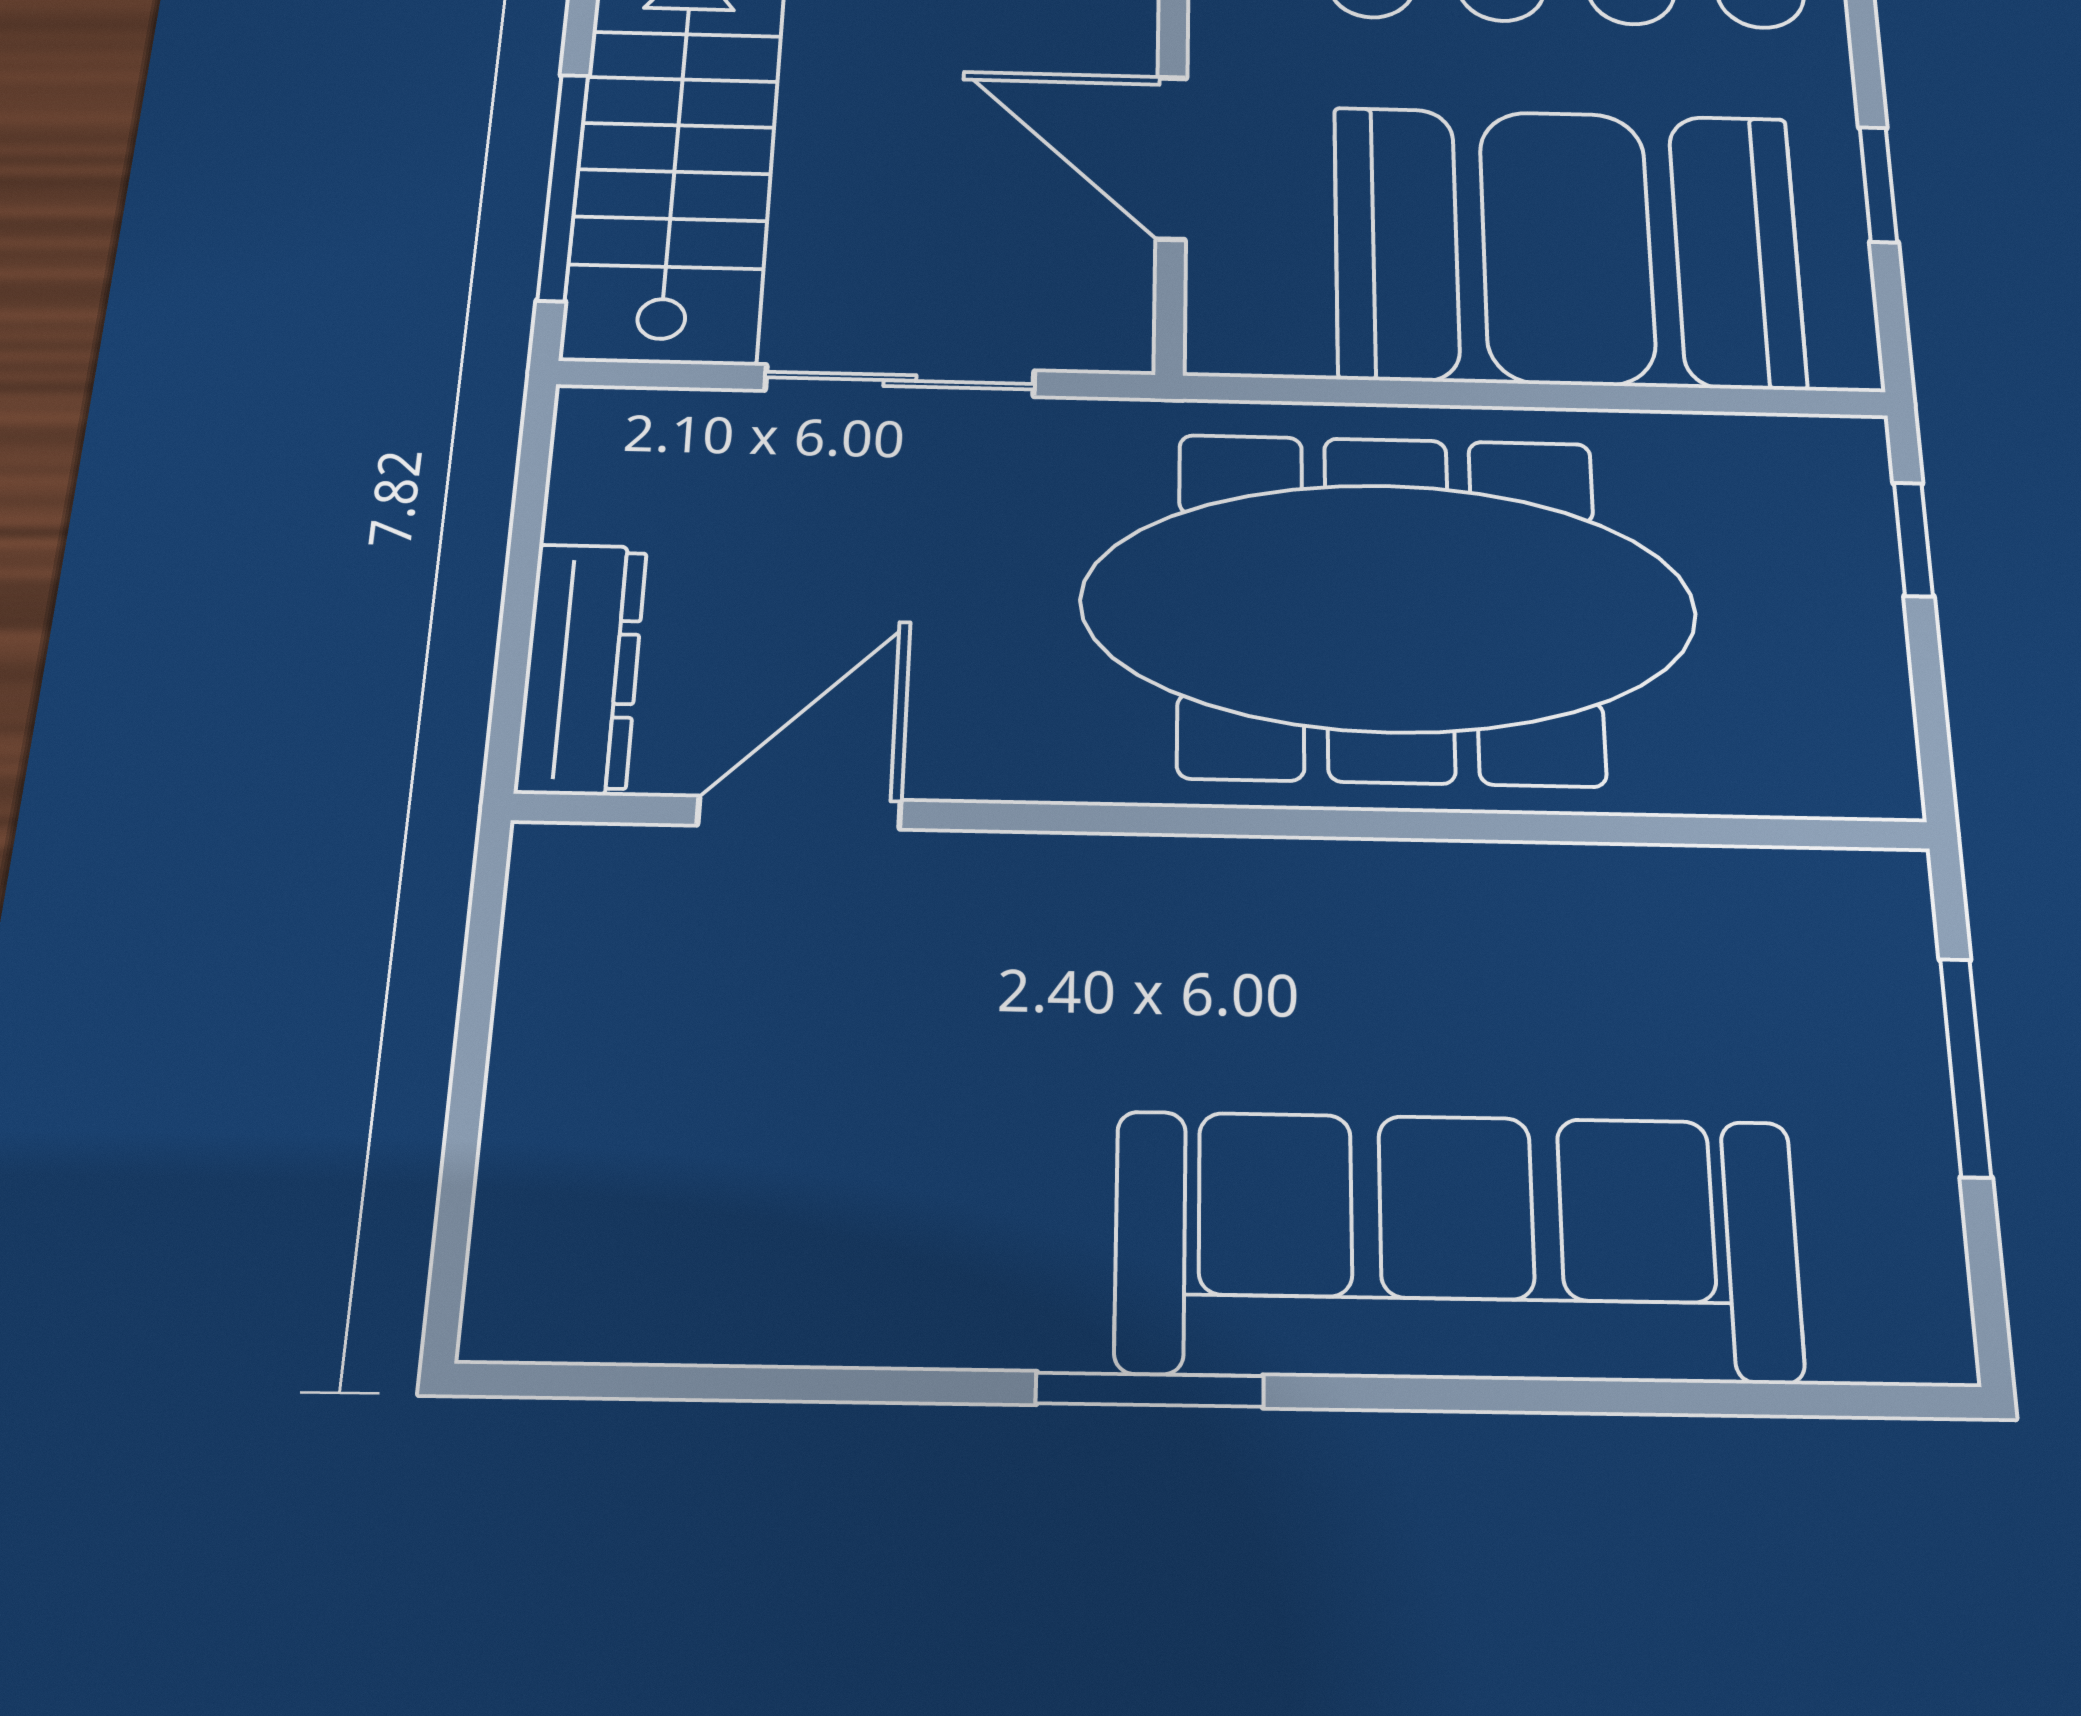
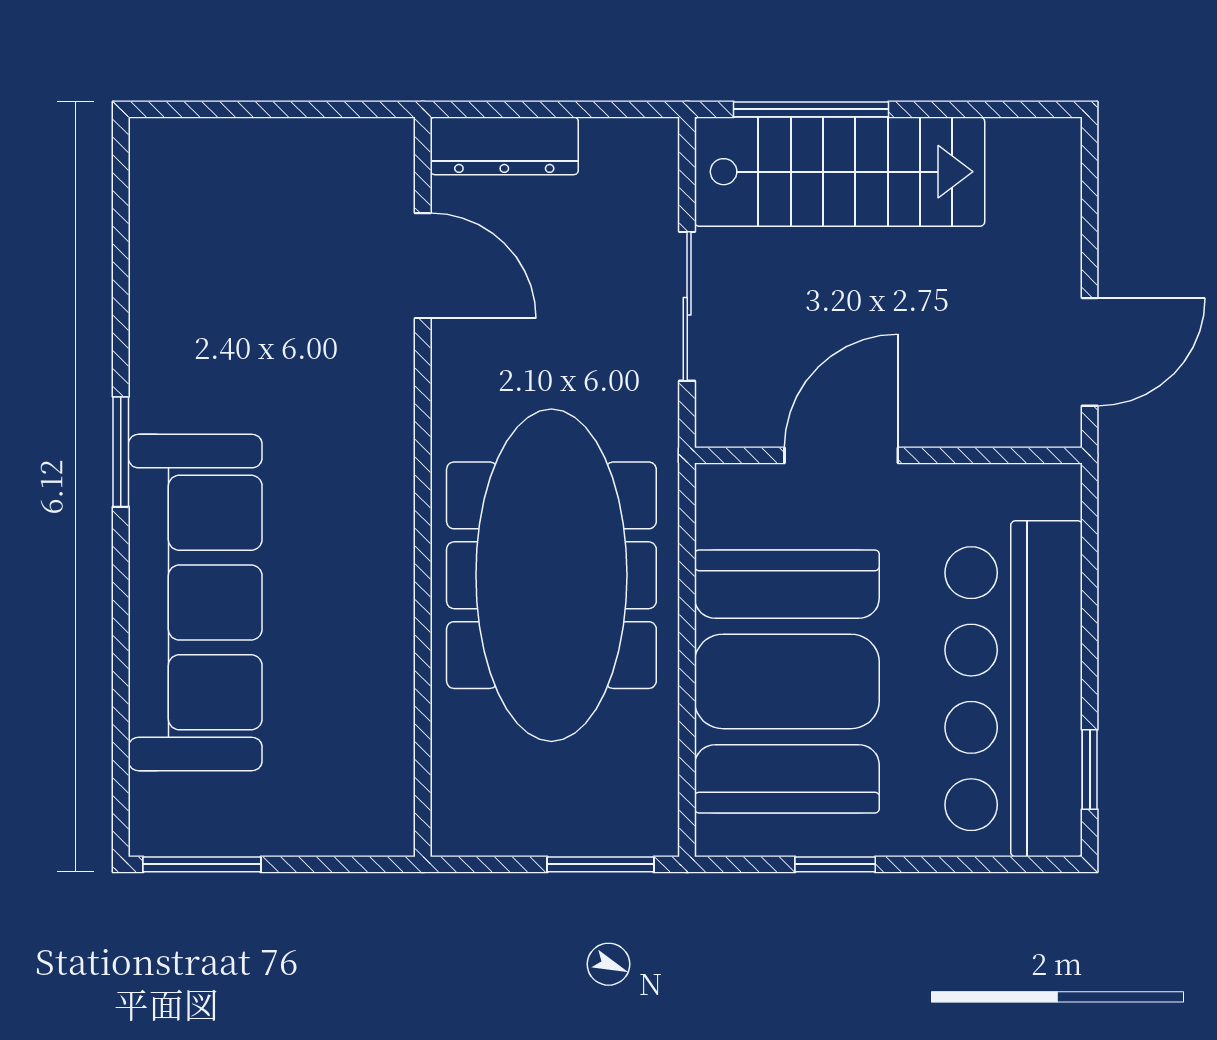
window: (1913, 539) -> (601, 864), width x1.50
window: (1965, 1067) -> (202, 864), moved

